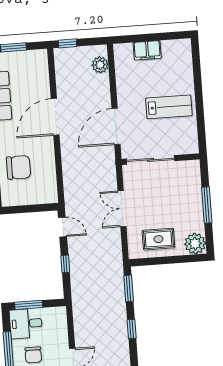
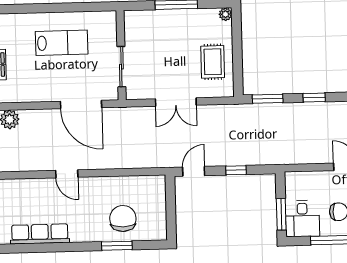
lab bench: (169, 107) -> (62, 43), turned 90
door: (55, 117) -> (67, 174), width x0.53
sliding door: (151, 160) -> (121, 67), width x0.73
plant: (195, 244) -> (225, 14), width x0.53, depth x0.53

